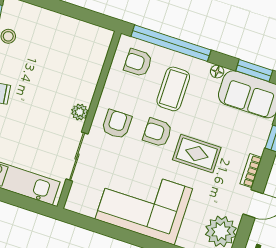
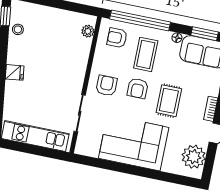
plant: (80, 112) -> (88, 31), moved
armchair: (157, 132) -> (138, 88), turned -90
rug: (197, 154) -> (169, 101), turned 90

